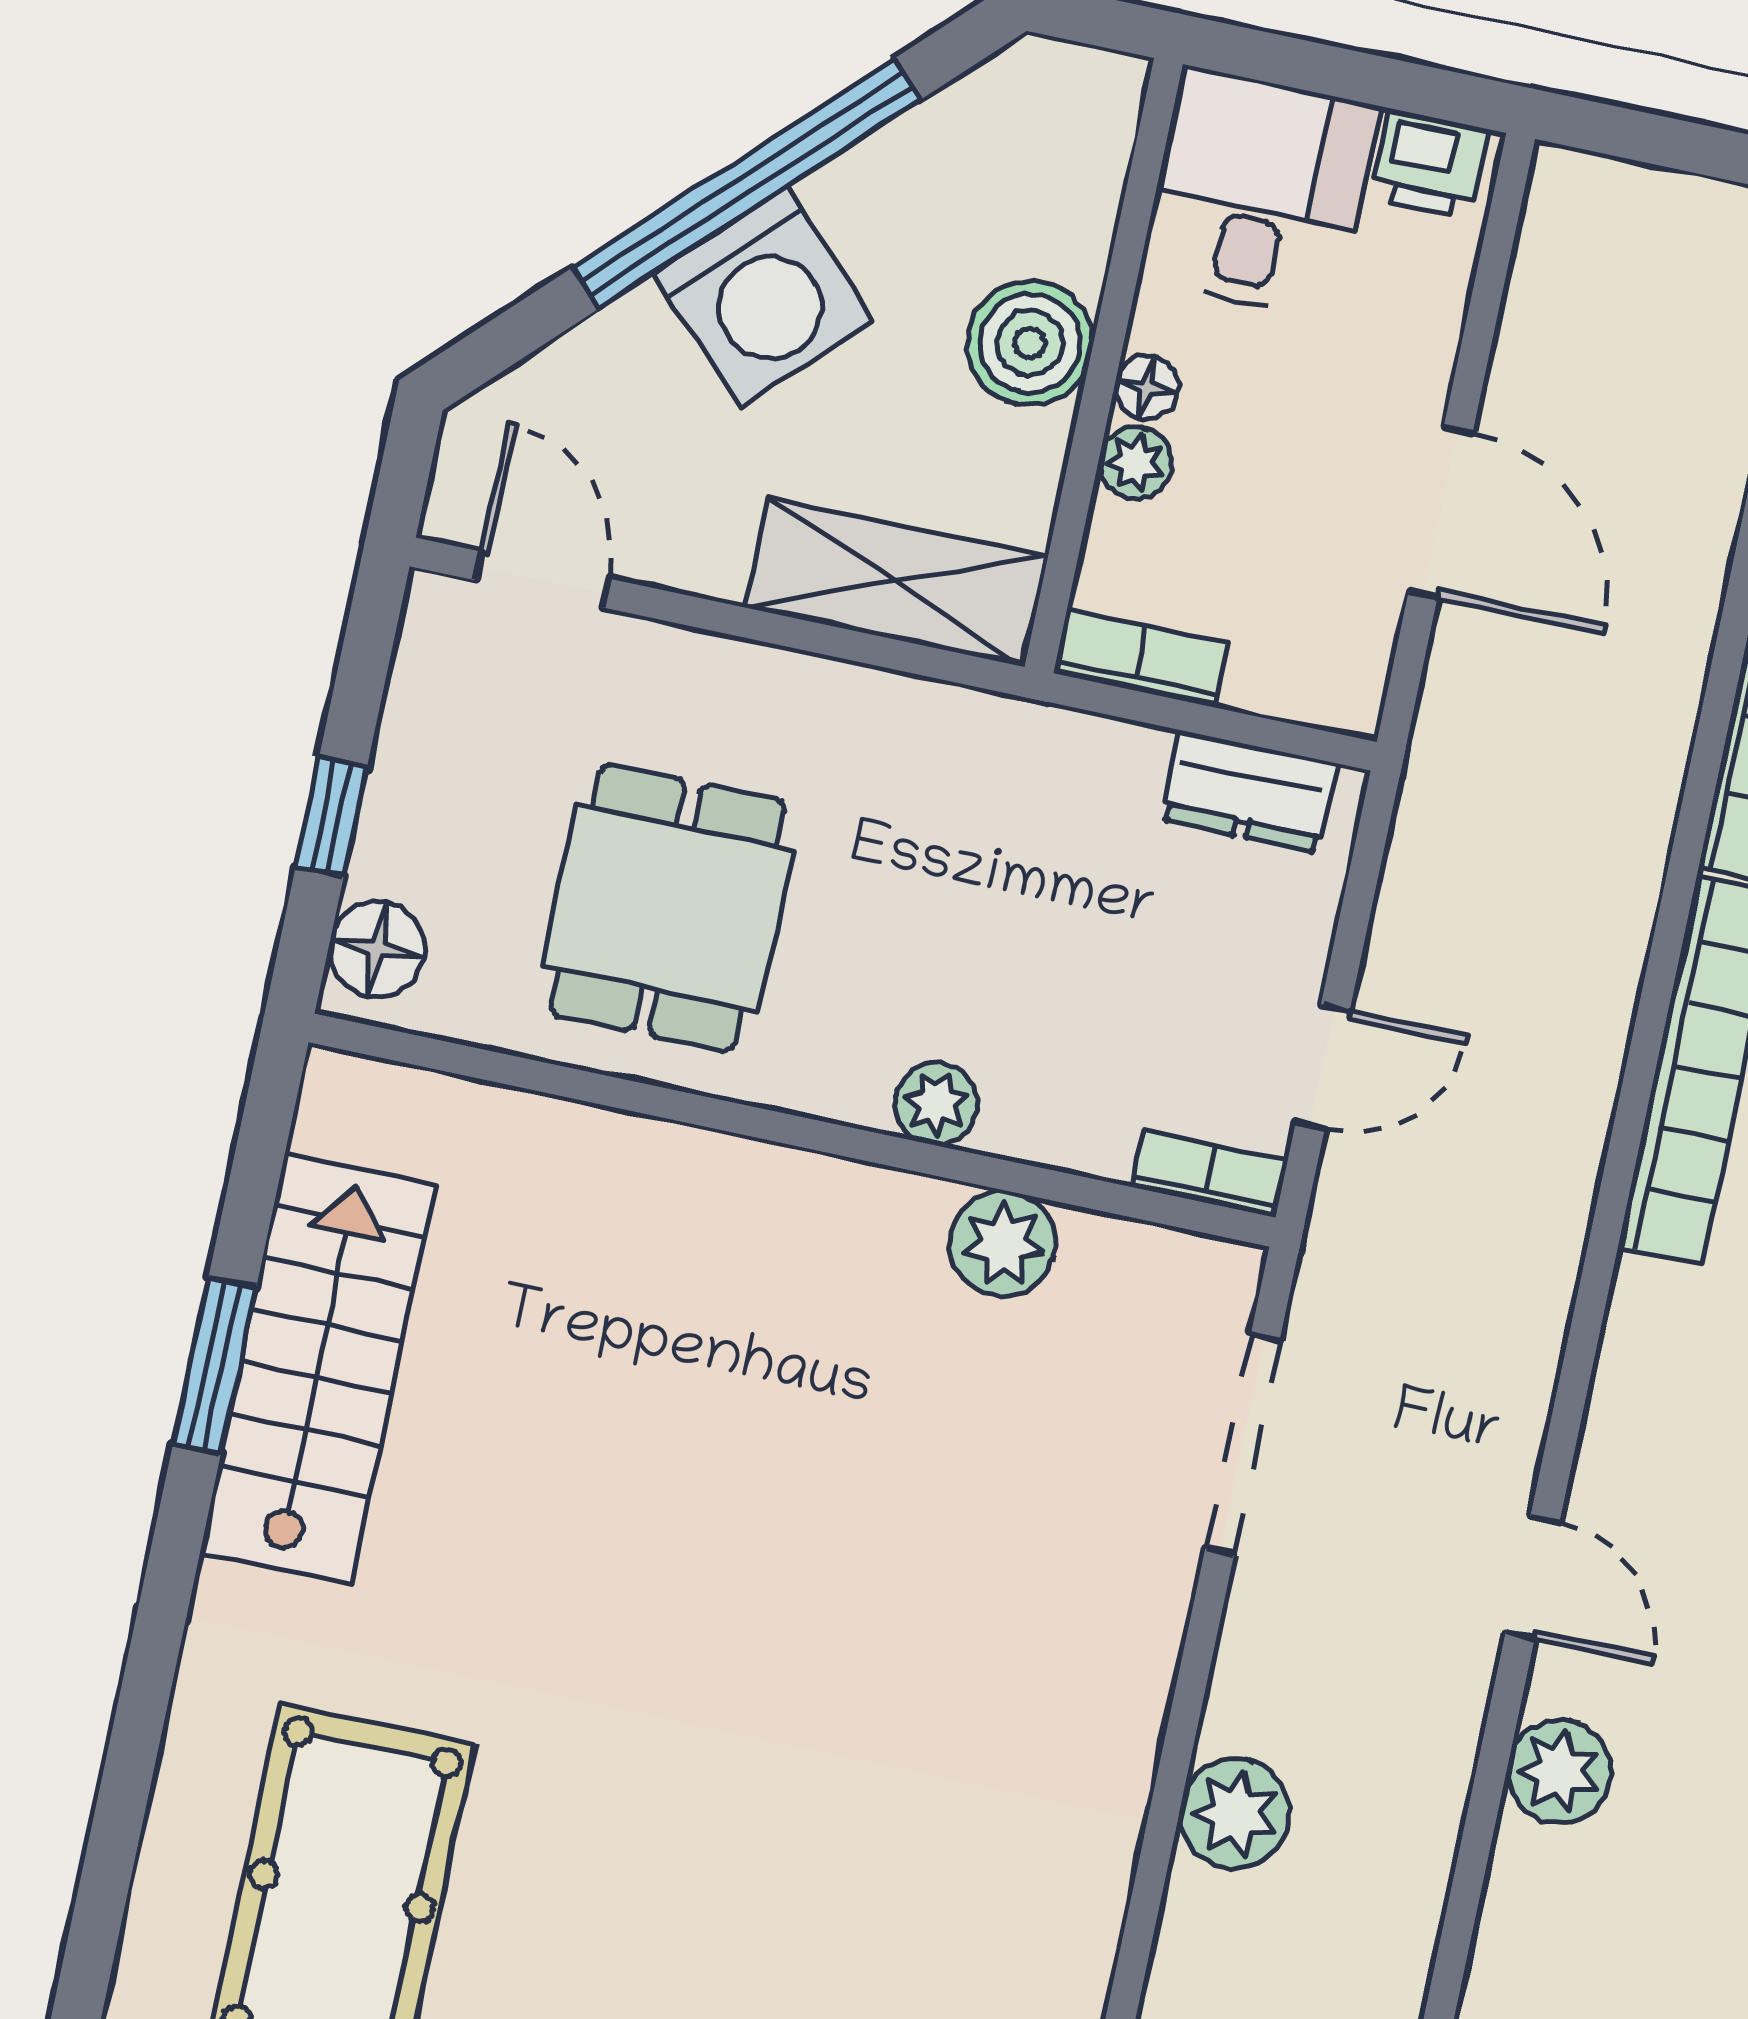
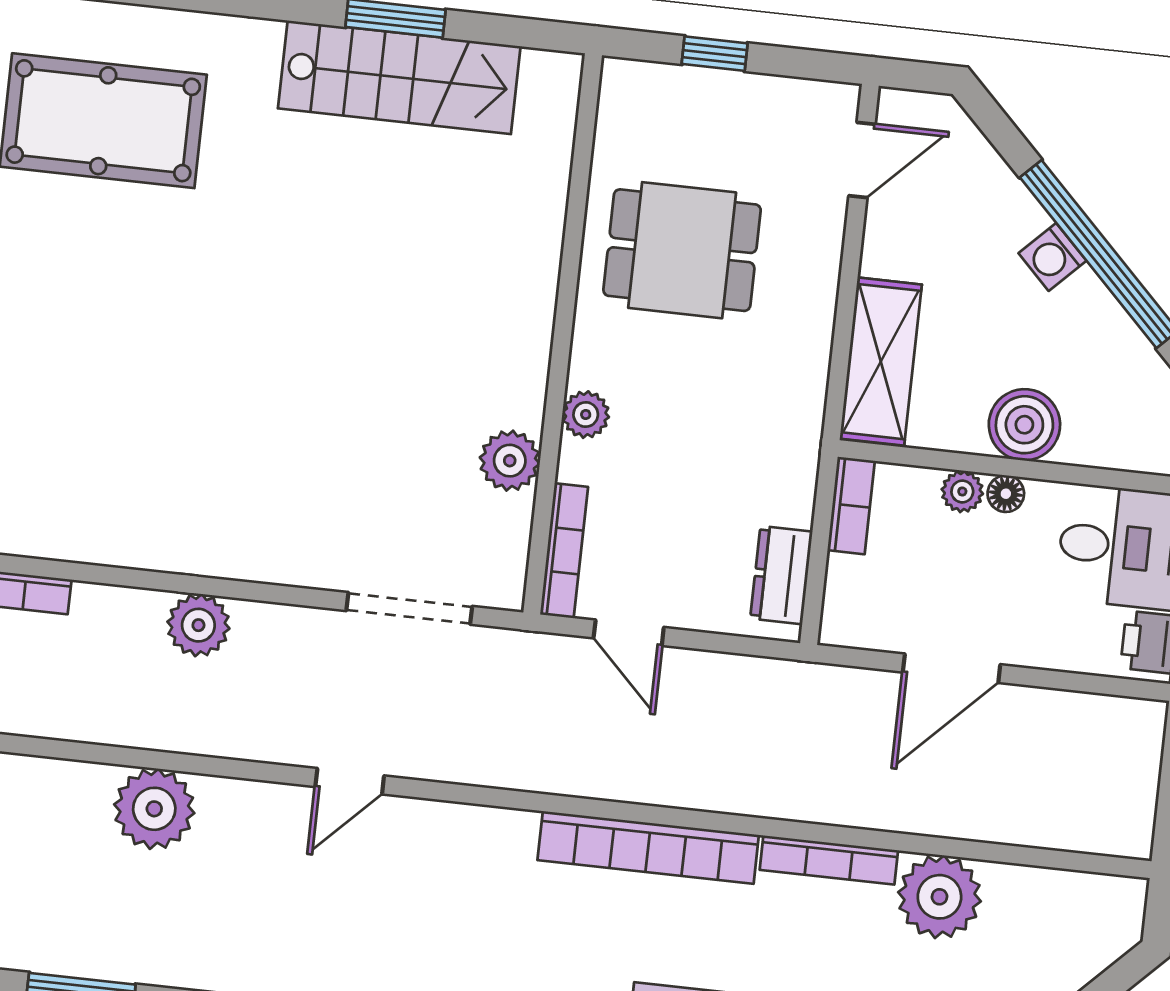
washing machine: (764, 297) -> (1052, 257), width x0.53, depth x0.53
floor lamp: (377, 949) -> (642, 87), removed
bookcase: (1210, 1174) -> (564, 551), width x1.56
plant: (1559, 1772) -> (154, 809), moved, width x1.36, depth x1.36

